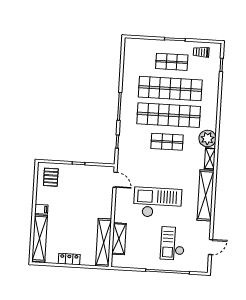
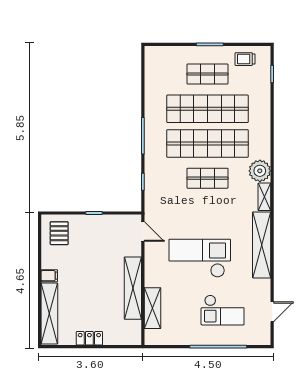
shelving: (104, 242) -> (133, 288), moved
checkout: (173, 243) -> (223, 310), turned -90

